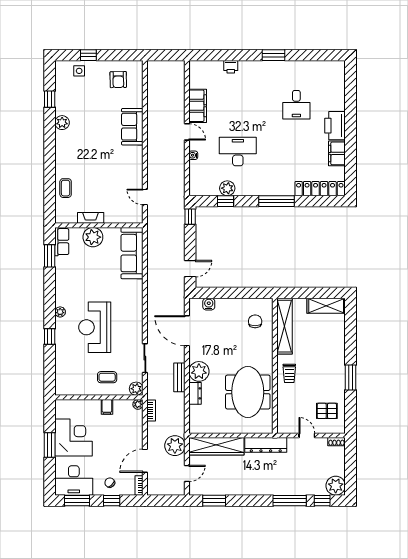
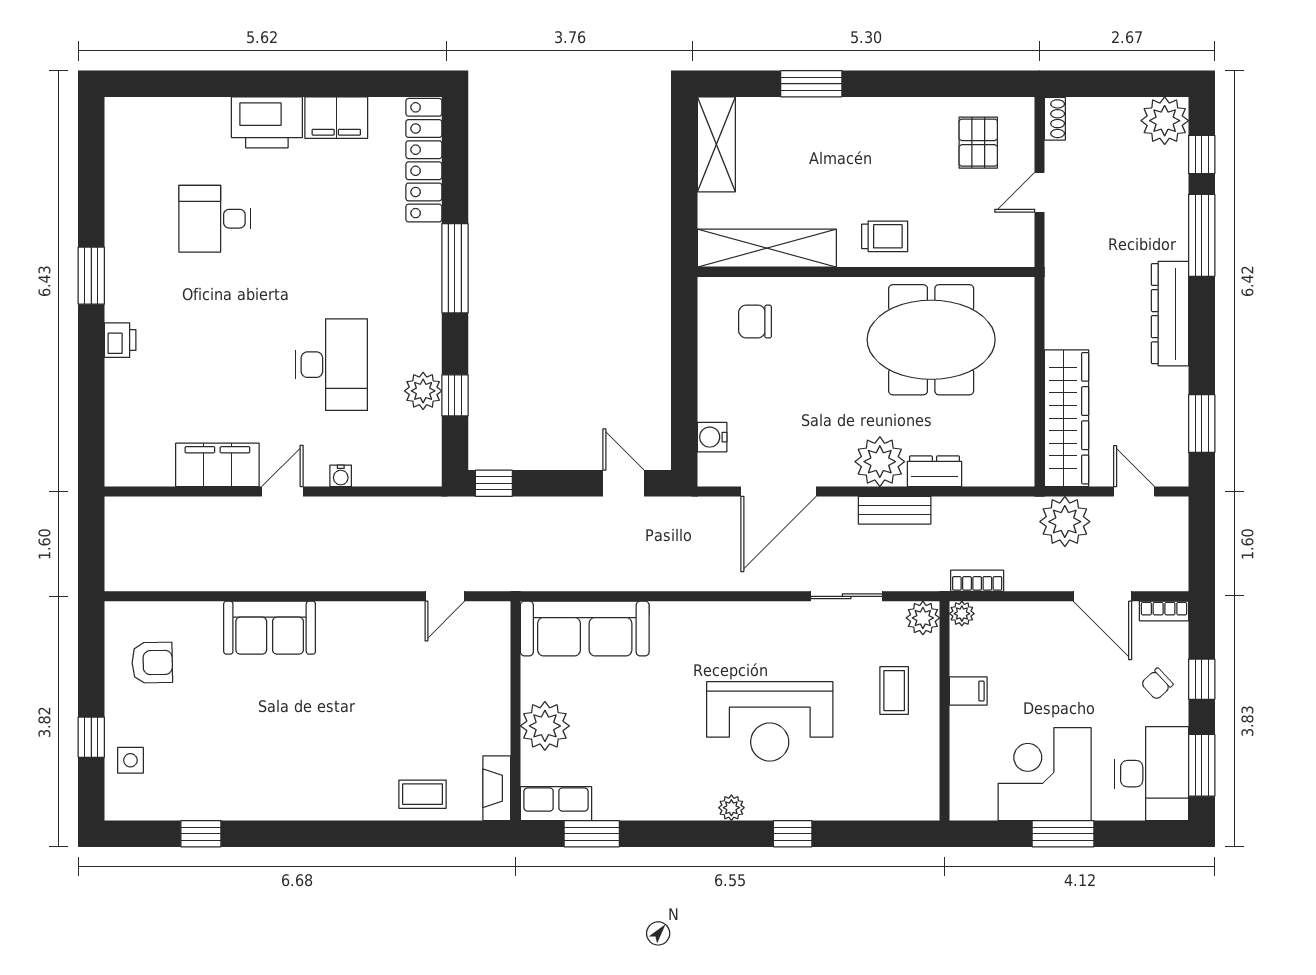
printer: (231, 67) -> (120, 340), moved
desk: (296, 105) -> (215, 219), turned 180
plant: (62, 123) -> (259, 803), removed
desk: (238, 151) -> (331, 365), turned 180
fireplace: (91, 218) -> (497, 788), moved
window: (350, 378) -> (811, 84), moved
dresser: (266, 445) -> (1170, 314), moved, turned 180

